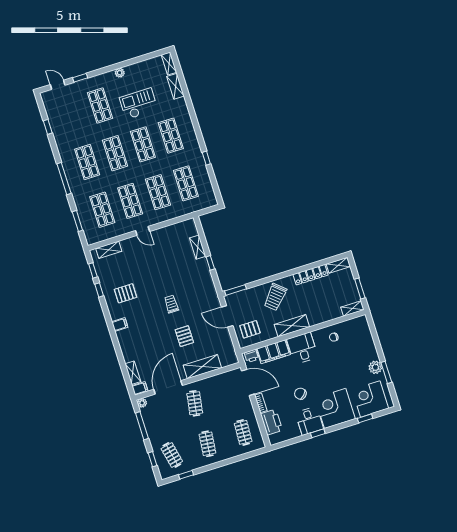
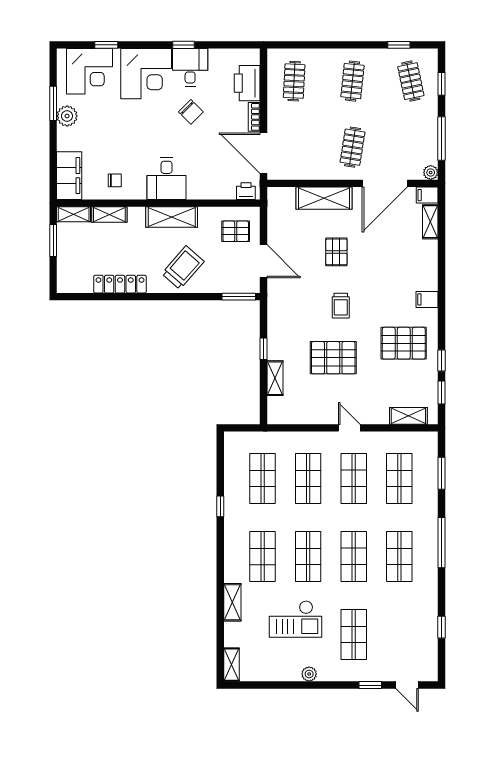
shelving: (176, 86) -> (232, 602), moved
shelving: (338, 265) -> (109, 215), moved
pallet: (166, 271) -> (333, 358), added
pallet: (126, 293) -> (404, 343), width x1.50, depth x1.42
filing cabinet: (273, 352) -> (69, 176), moved, turned 90

